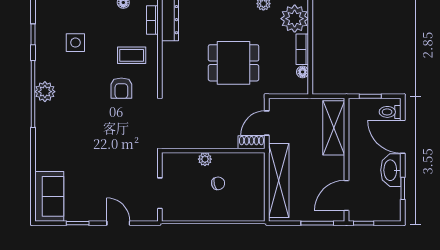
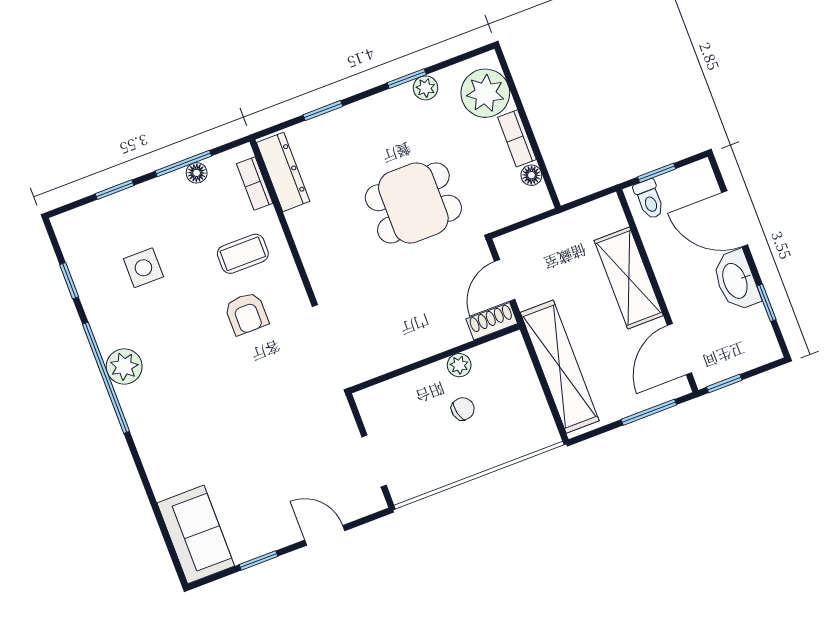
toilet: (390, 112) -> (649, 199), moved, turned -90
shelving: (334, 128) -> (629, 278), moved
plant: (205, 159) -> (459, 365), moved

